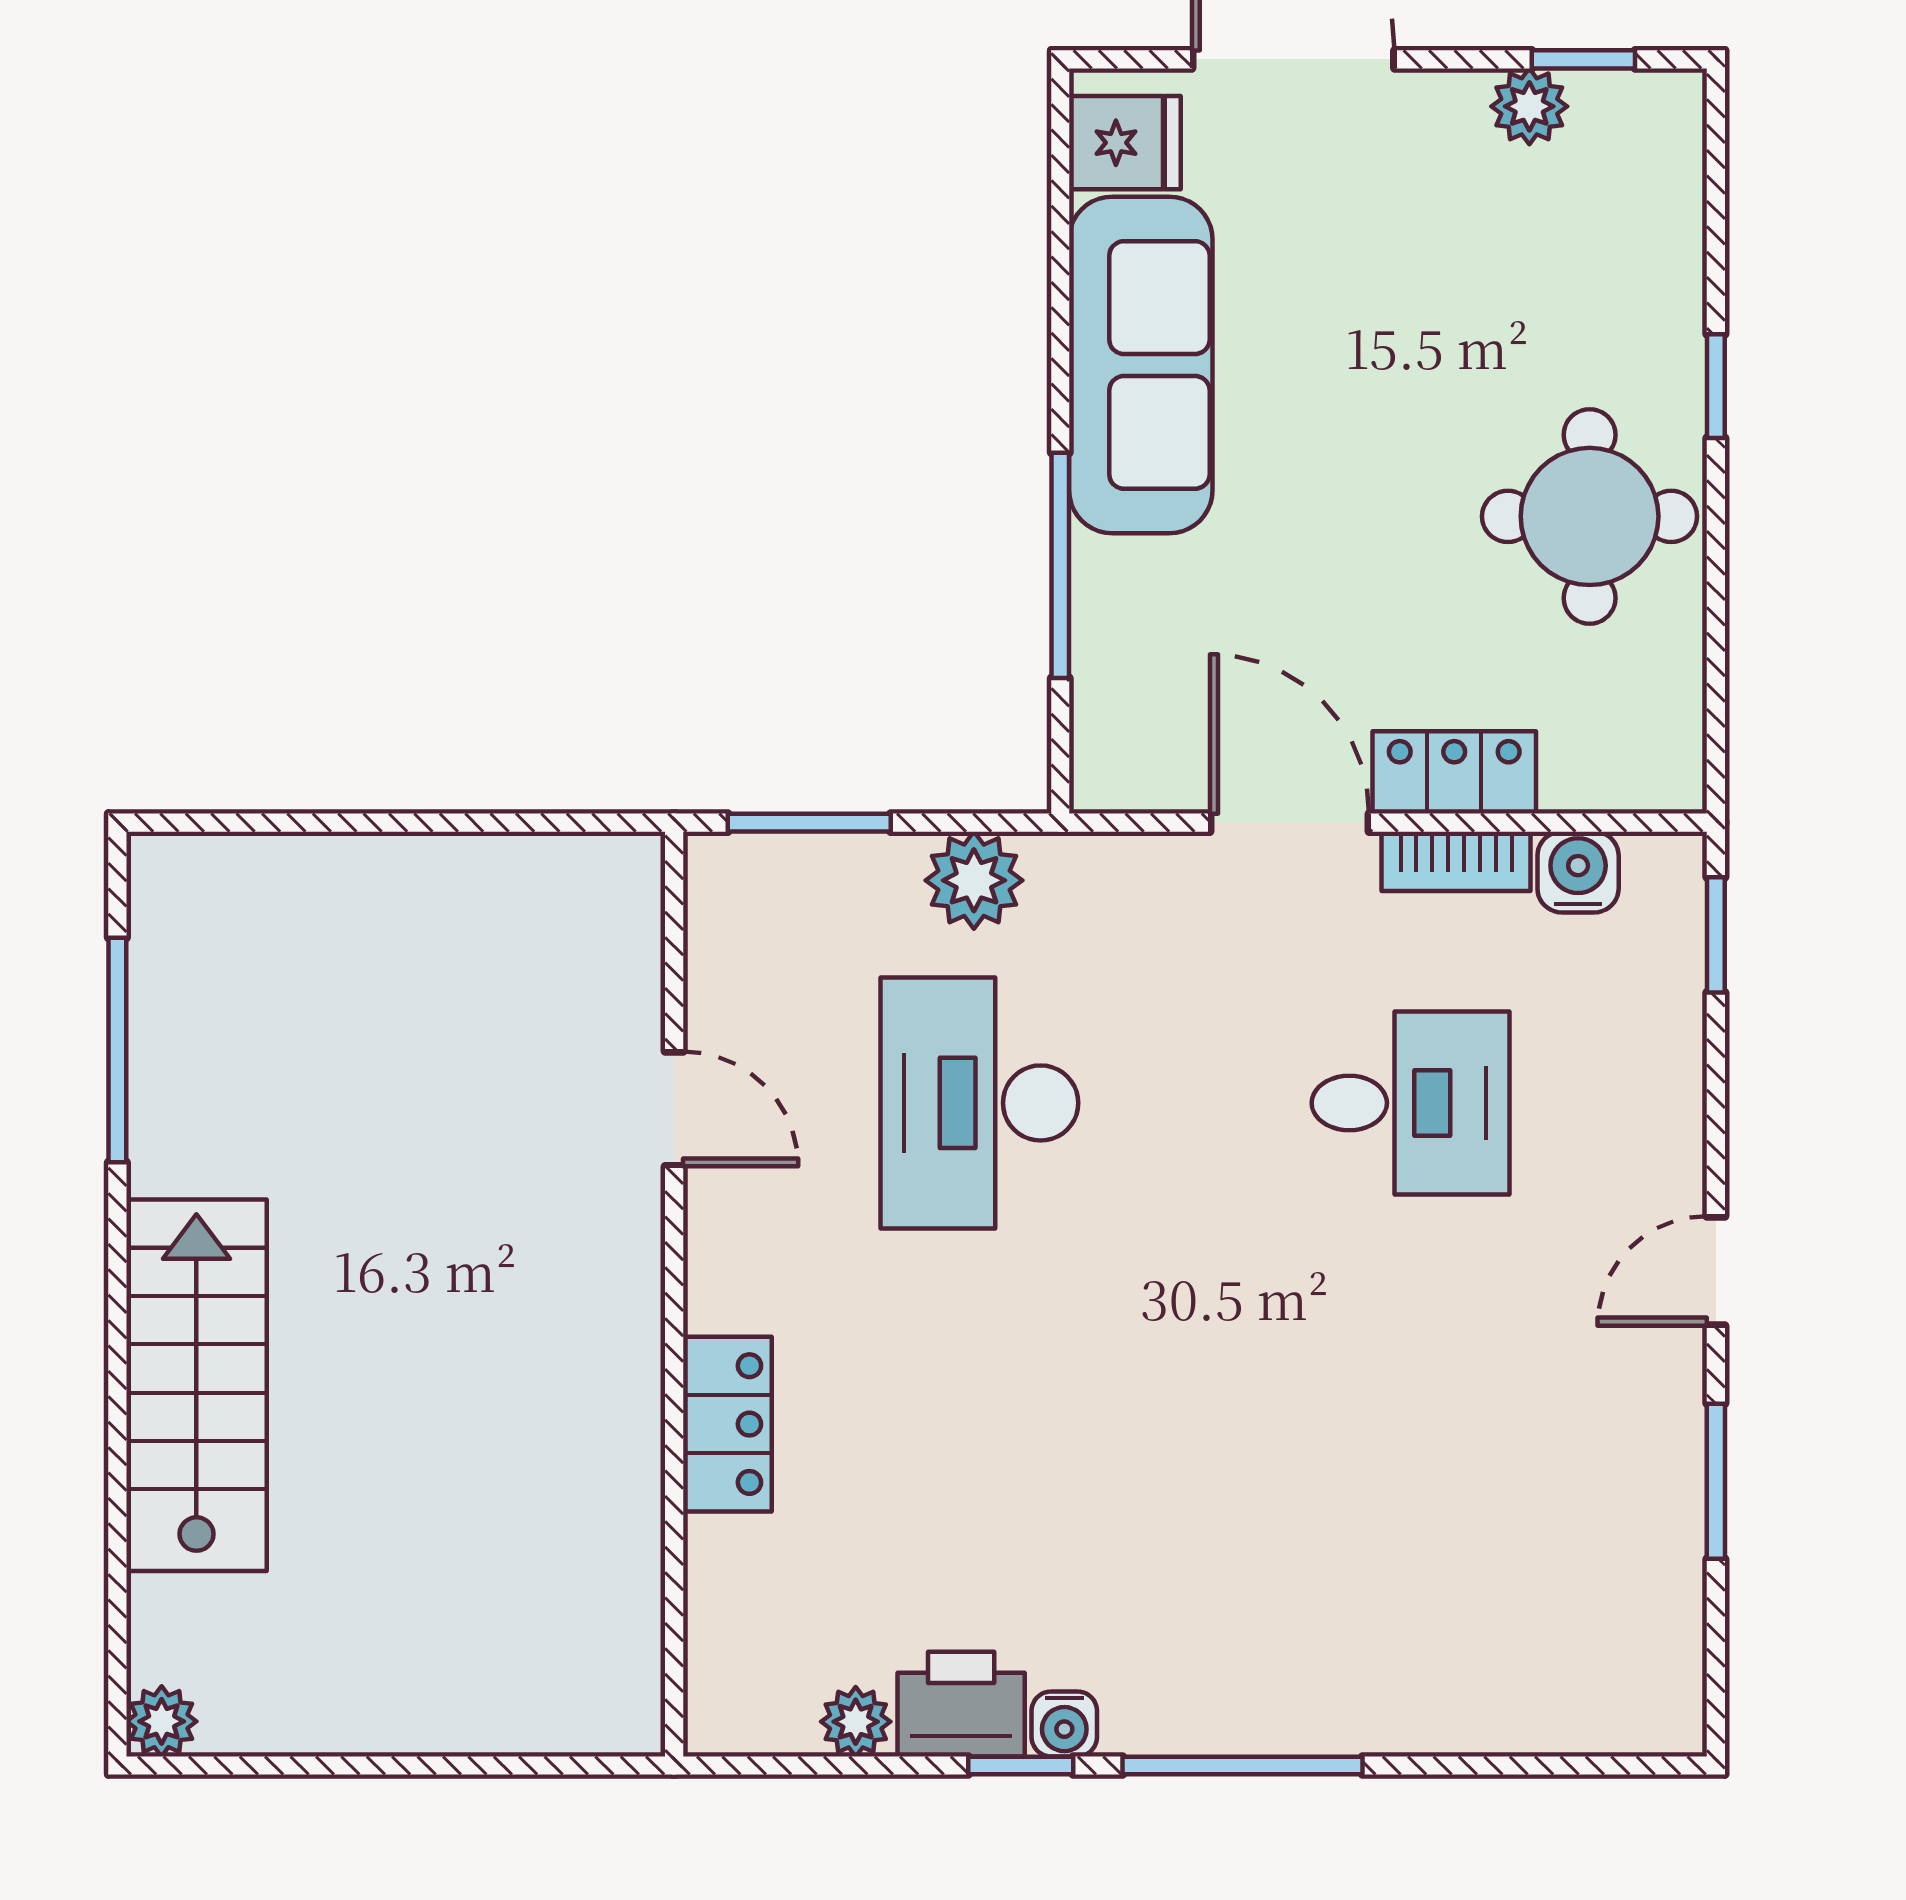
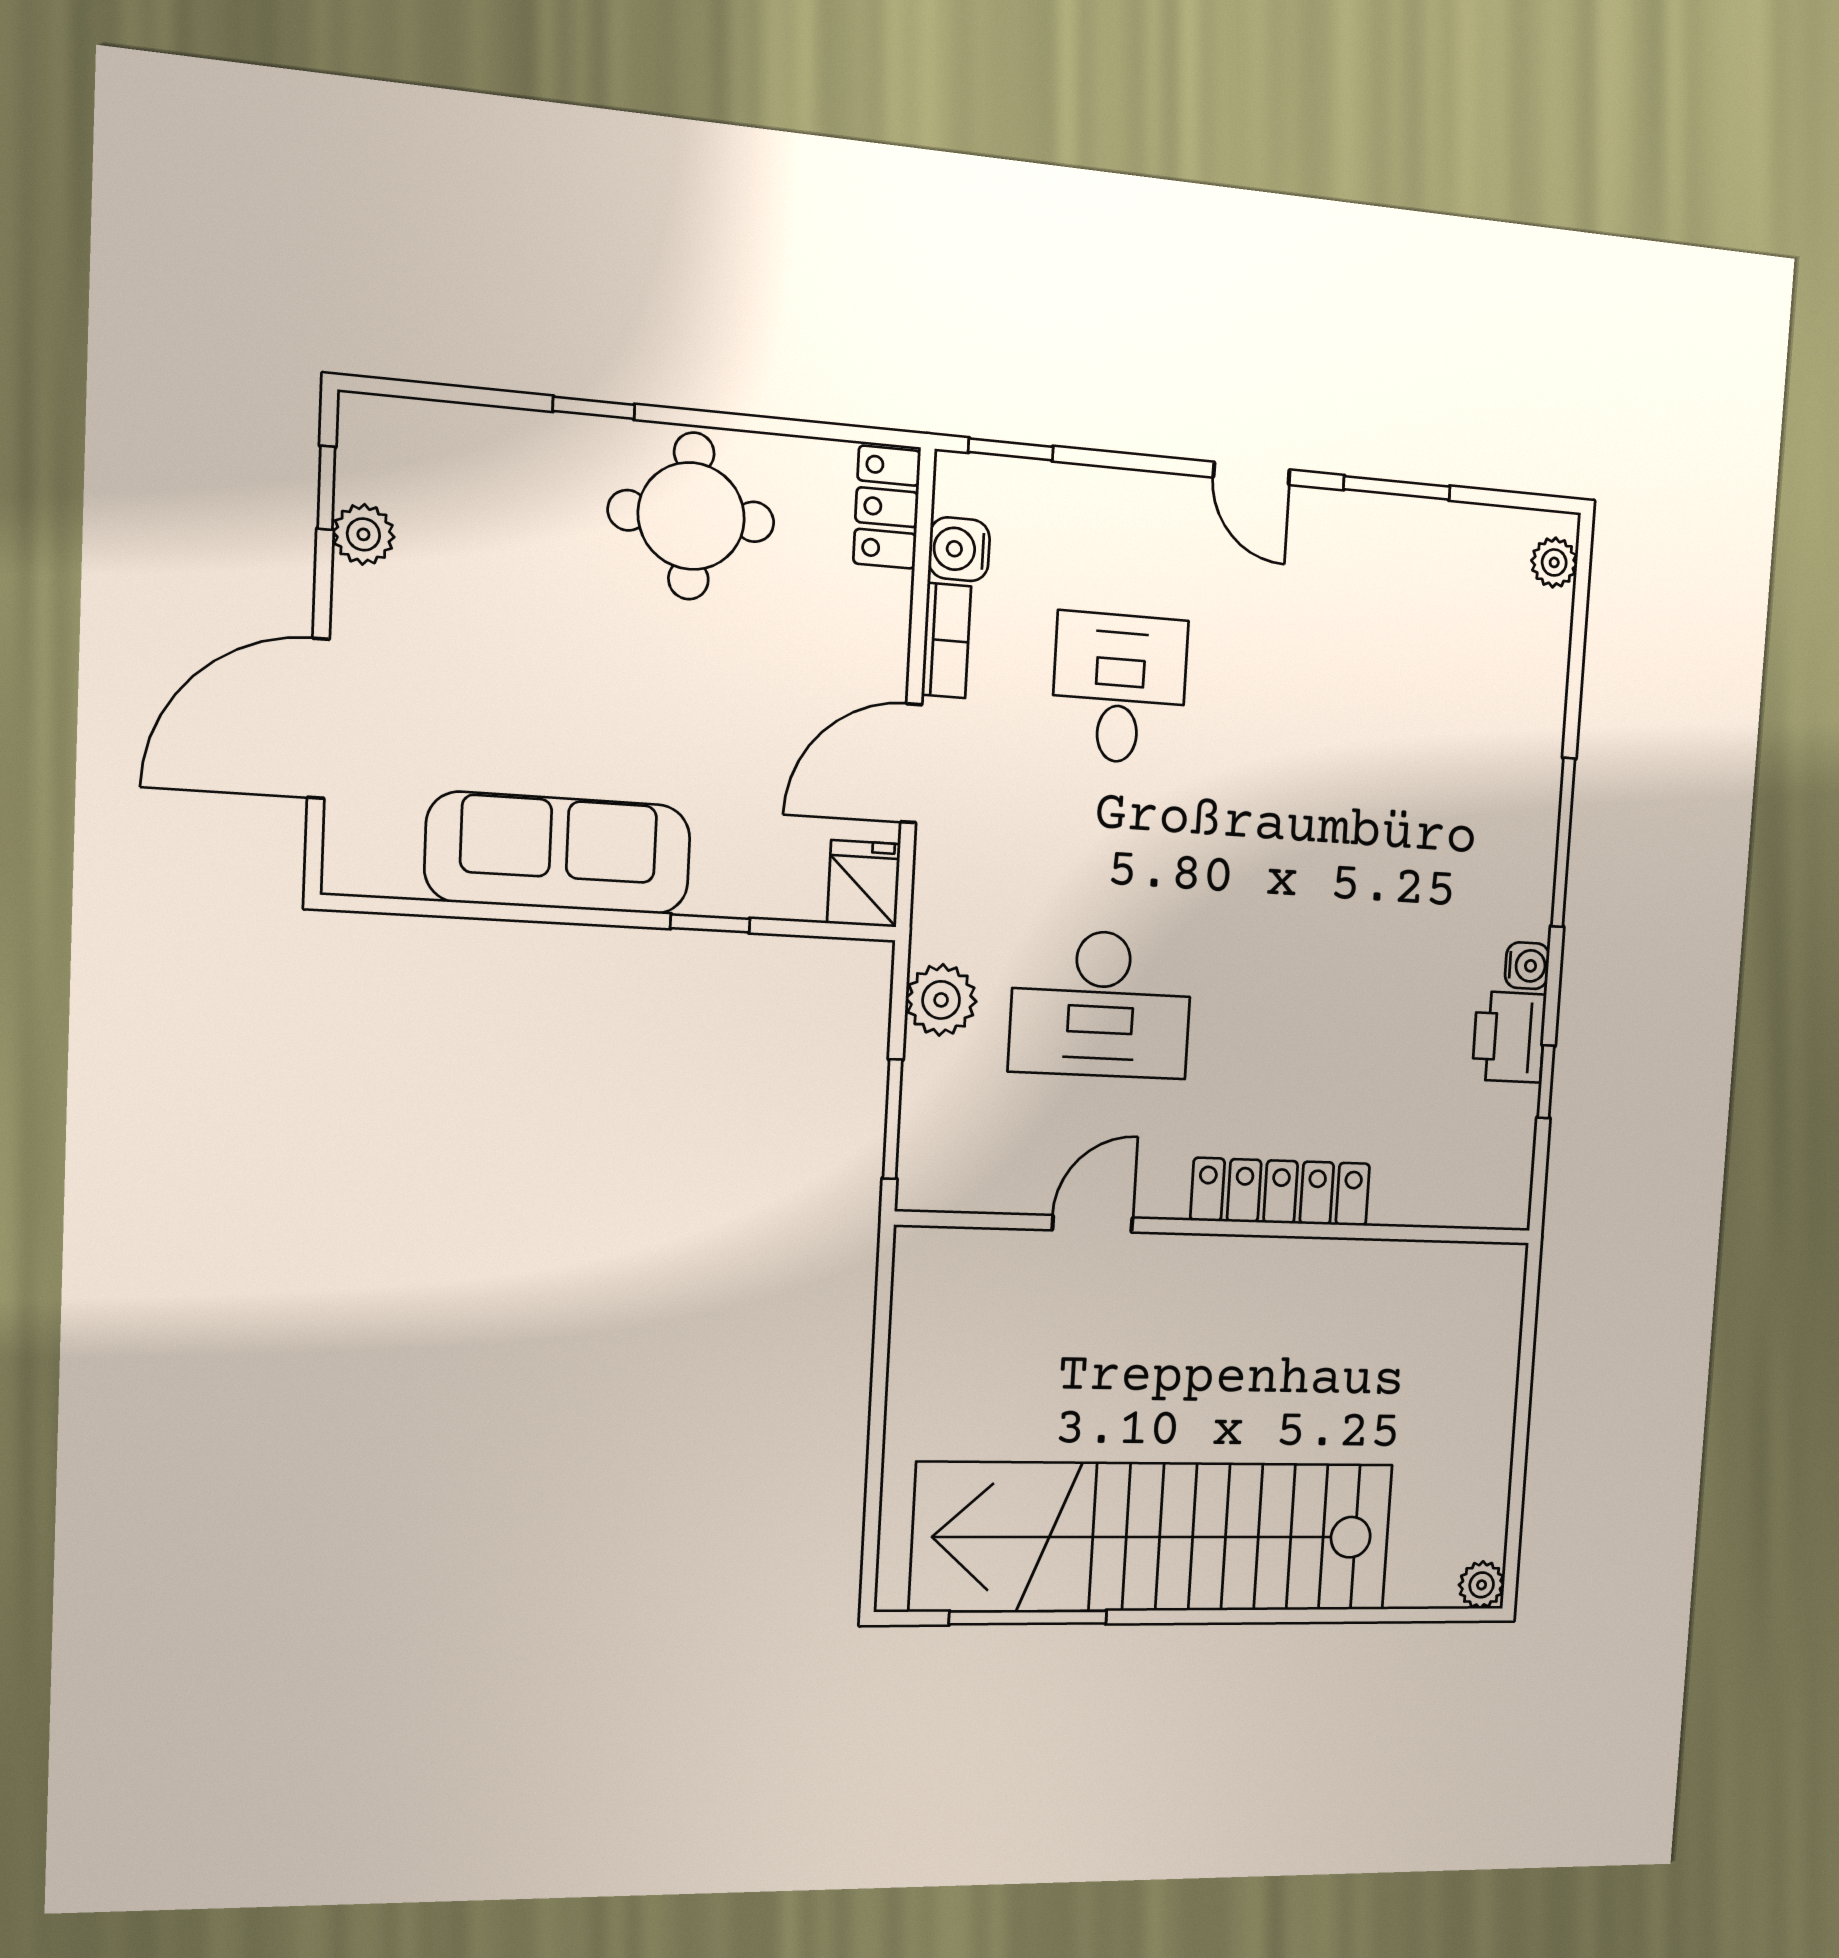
fridge: (1125, 143) -> (864, 884), moved
window: (1060, 565) -> (710, 923), width x0.46
locker: (1454, 772) -> (887, 507), moved
stairs: (196, 1385) -> (1155, 1537), width x1.86, depth x1.51
locker: (727, 1424) -> (1281, 1192), width x1.53
plant: (856, 1722) -> (1554, 562), moved
window: (1021, 1766) -> (1546, 1082), moved

